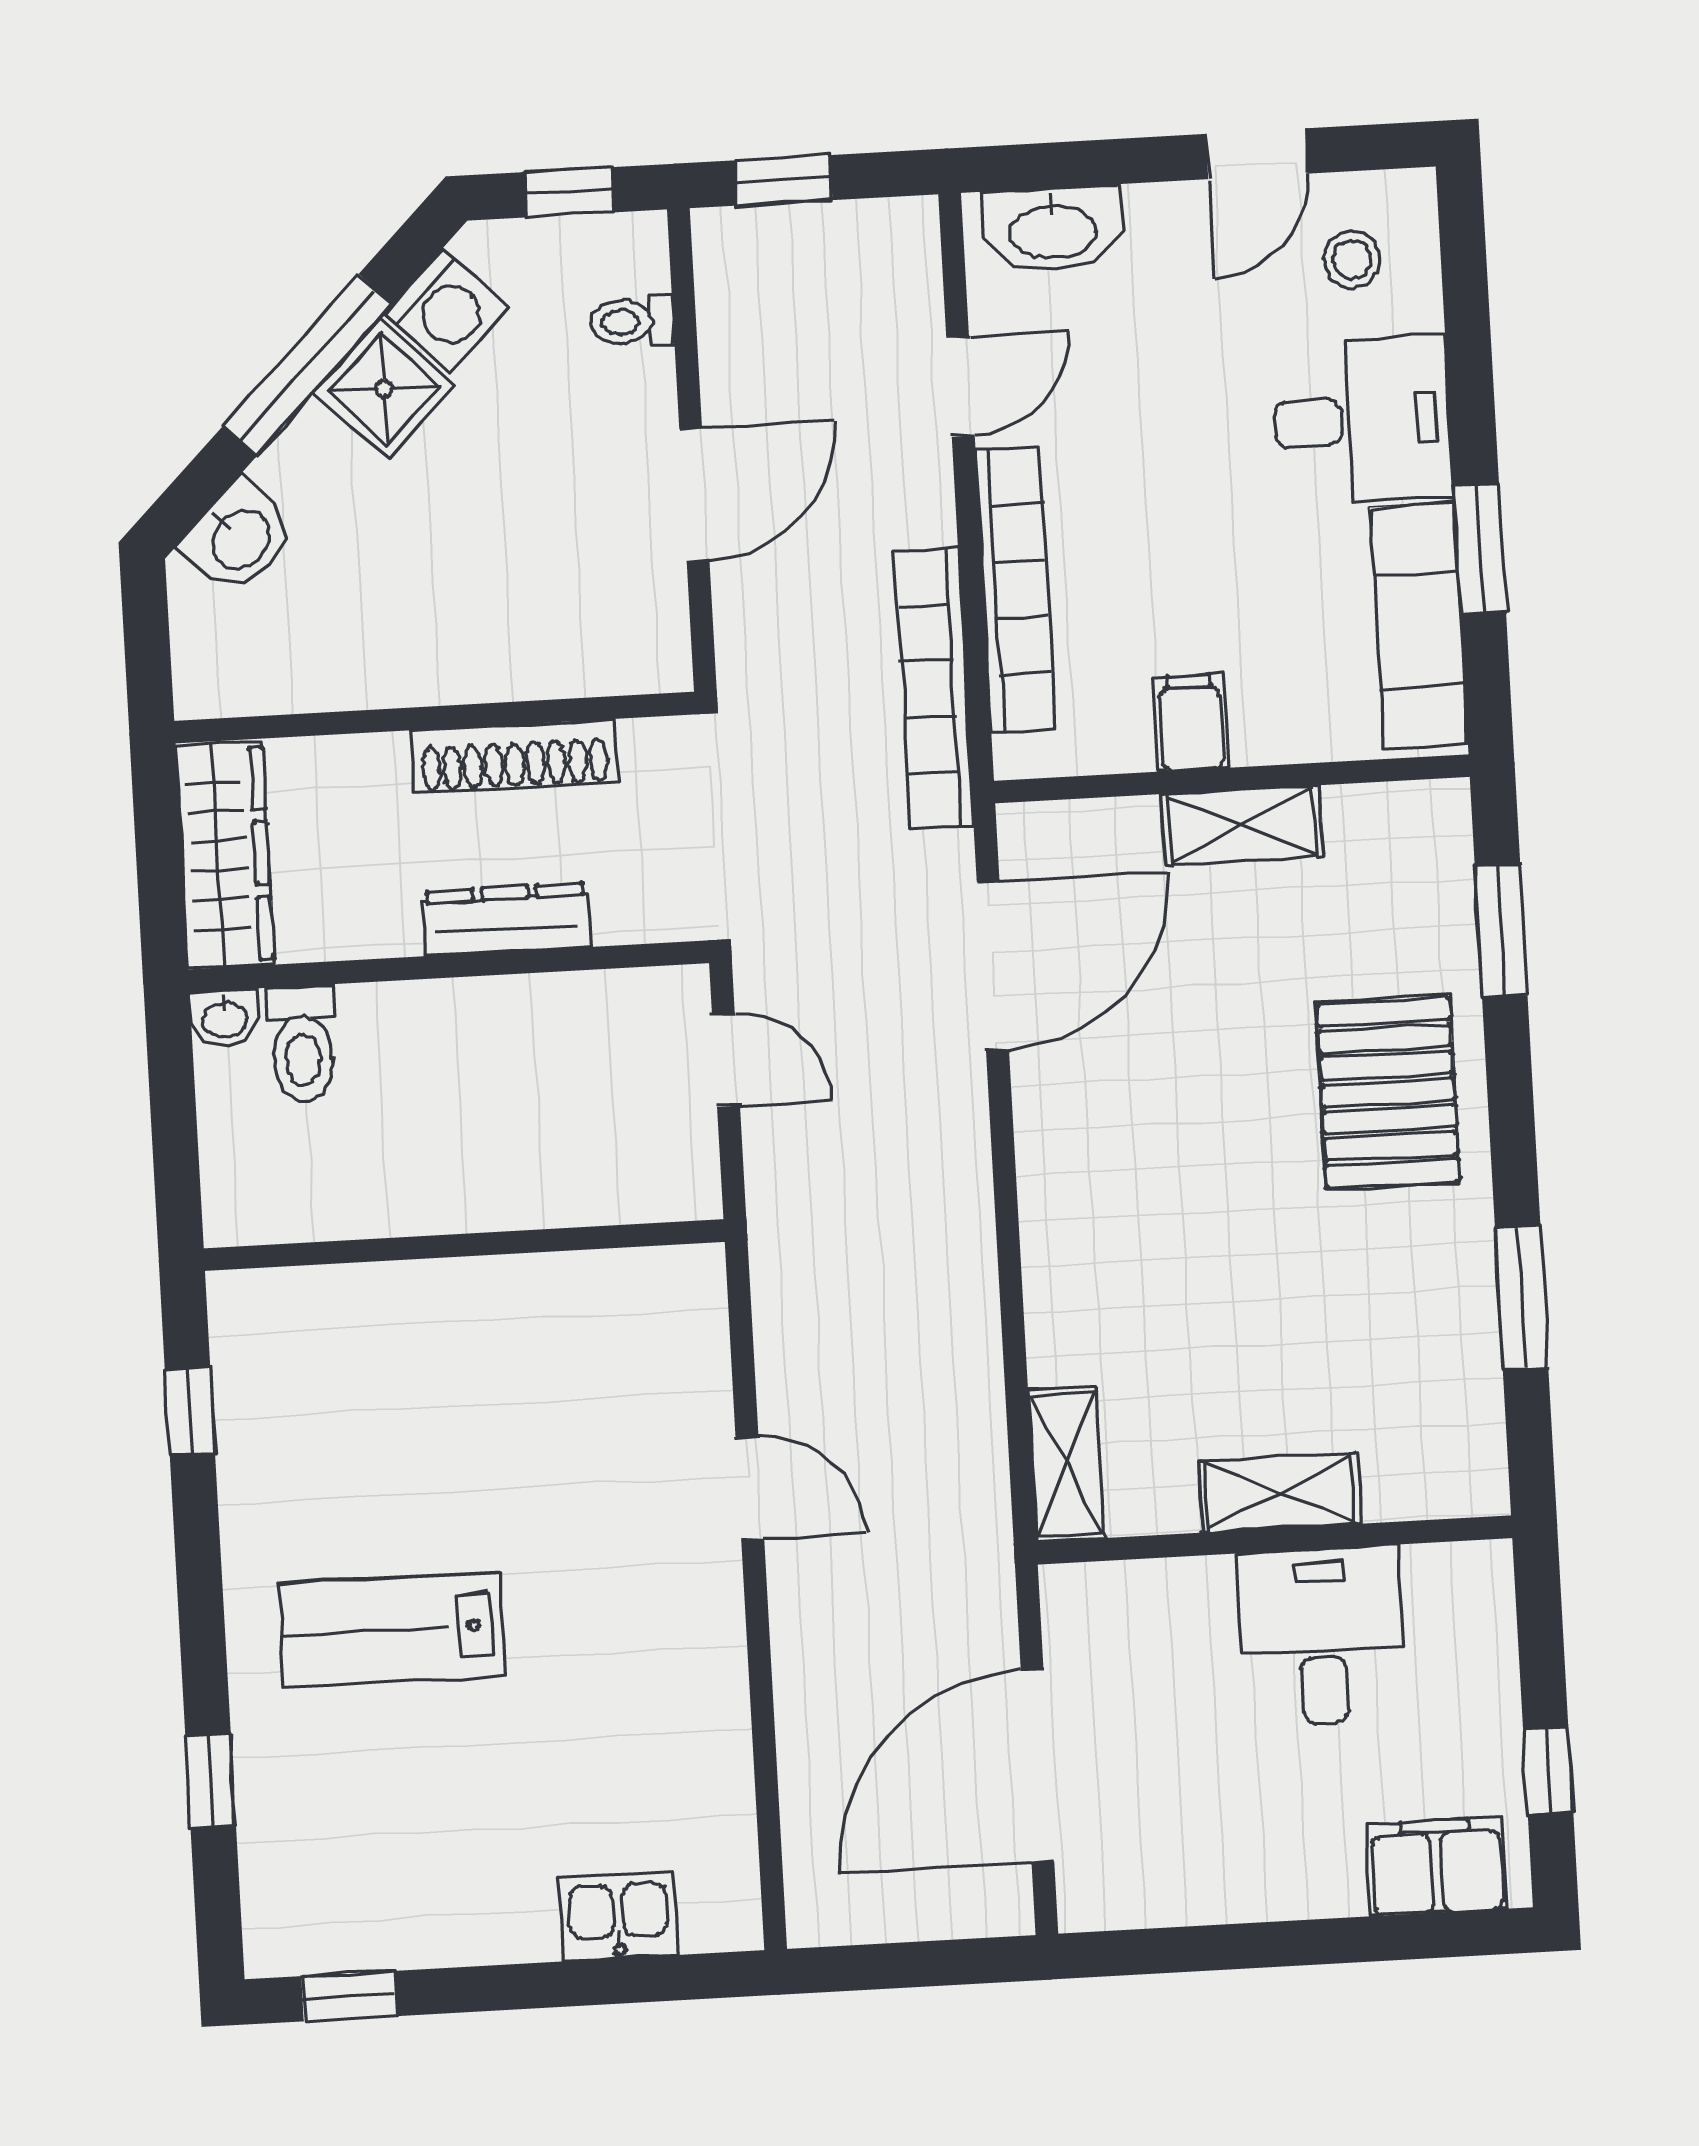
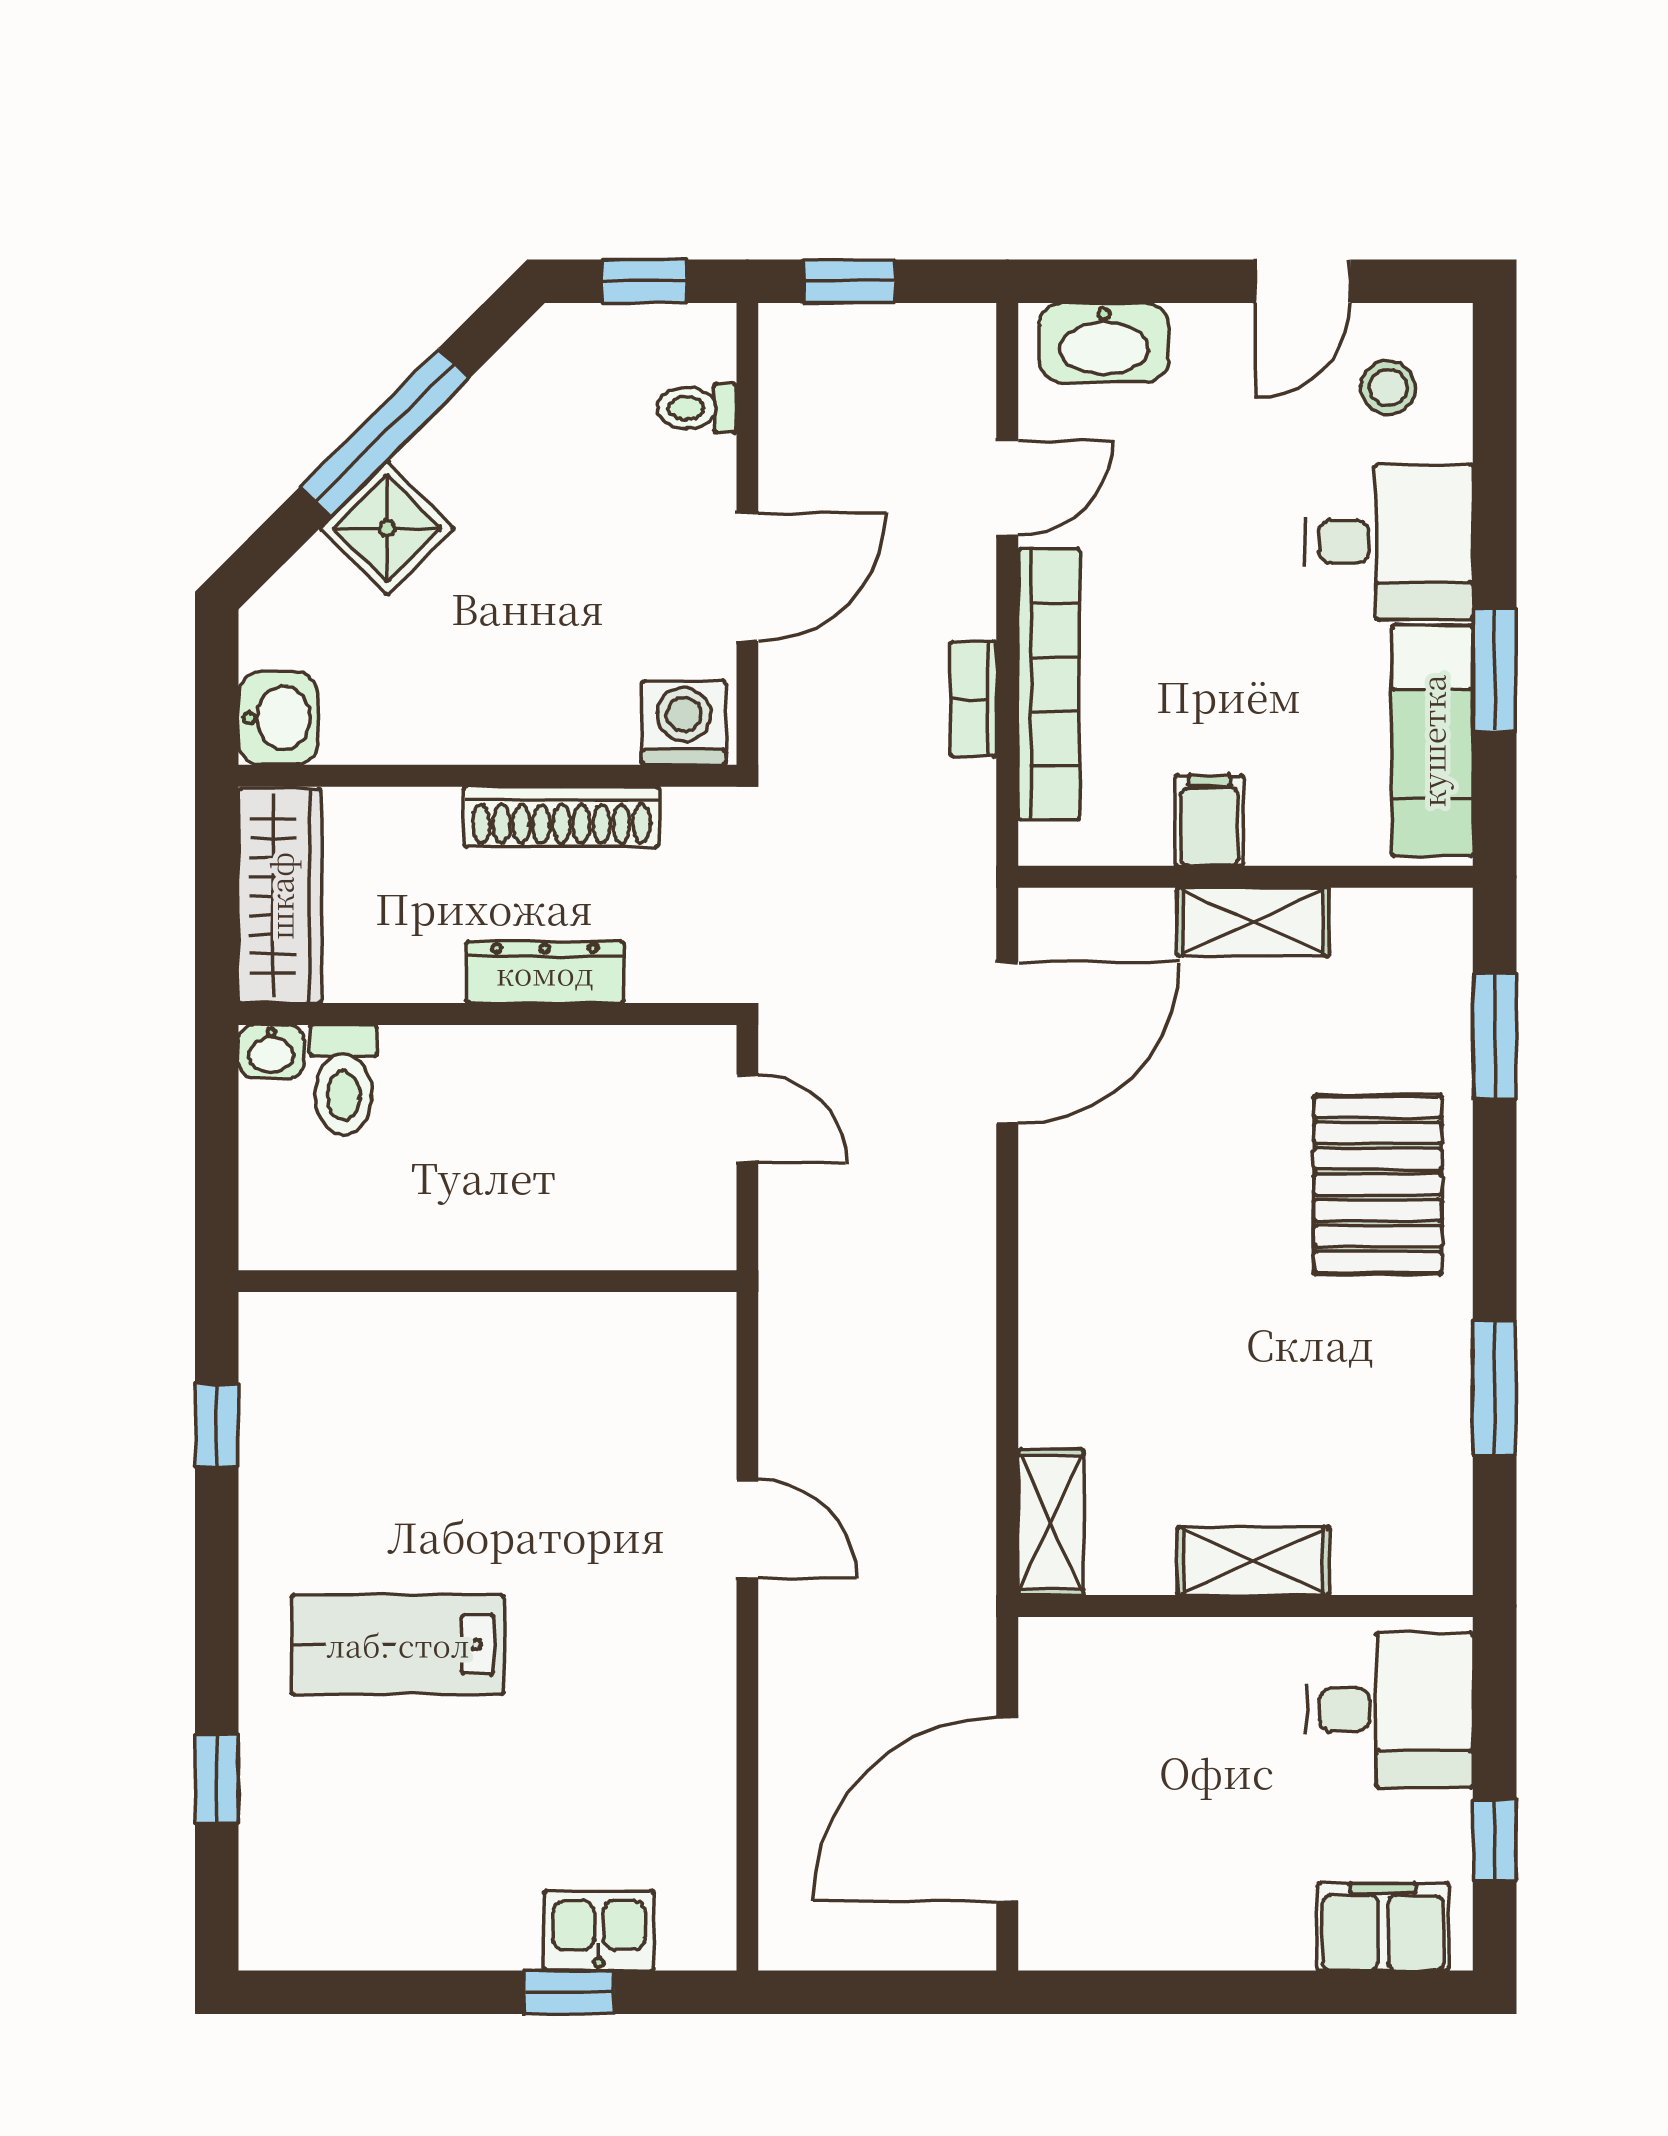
washing machine: (446, 310) -> (684, 723), moved, turned -135
shower: (384, 388) -> (387, 528), moved
washbasin: (239, 538) -> (278, 718), moved, turned -45
bookcase: (934, 688) -> (973, 699), width x0.43, depth x0.76
desk: (1322, 1636) -> (1389, 1710), moved, turned 90
window: (349, 1996) -> (569, 1992), moved

